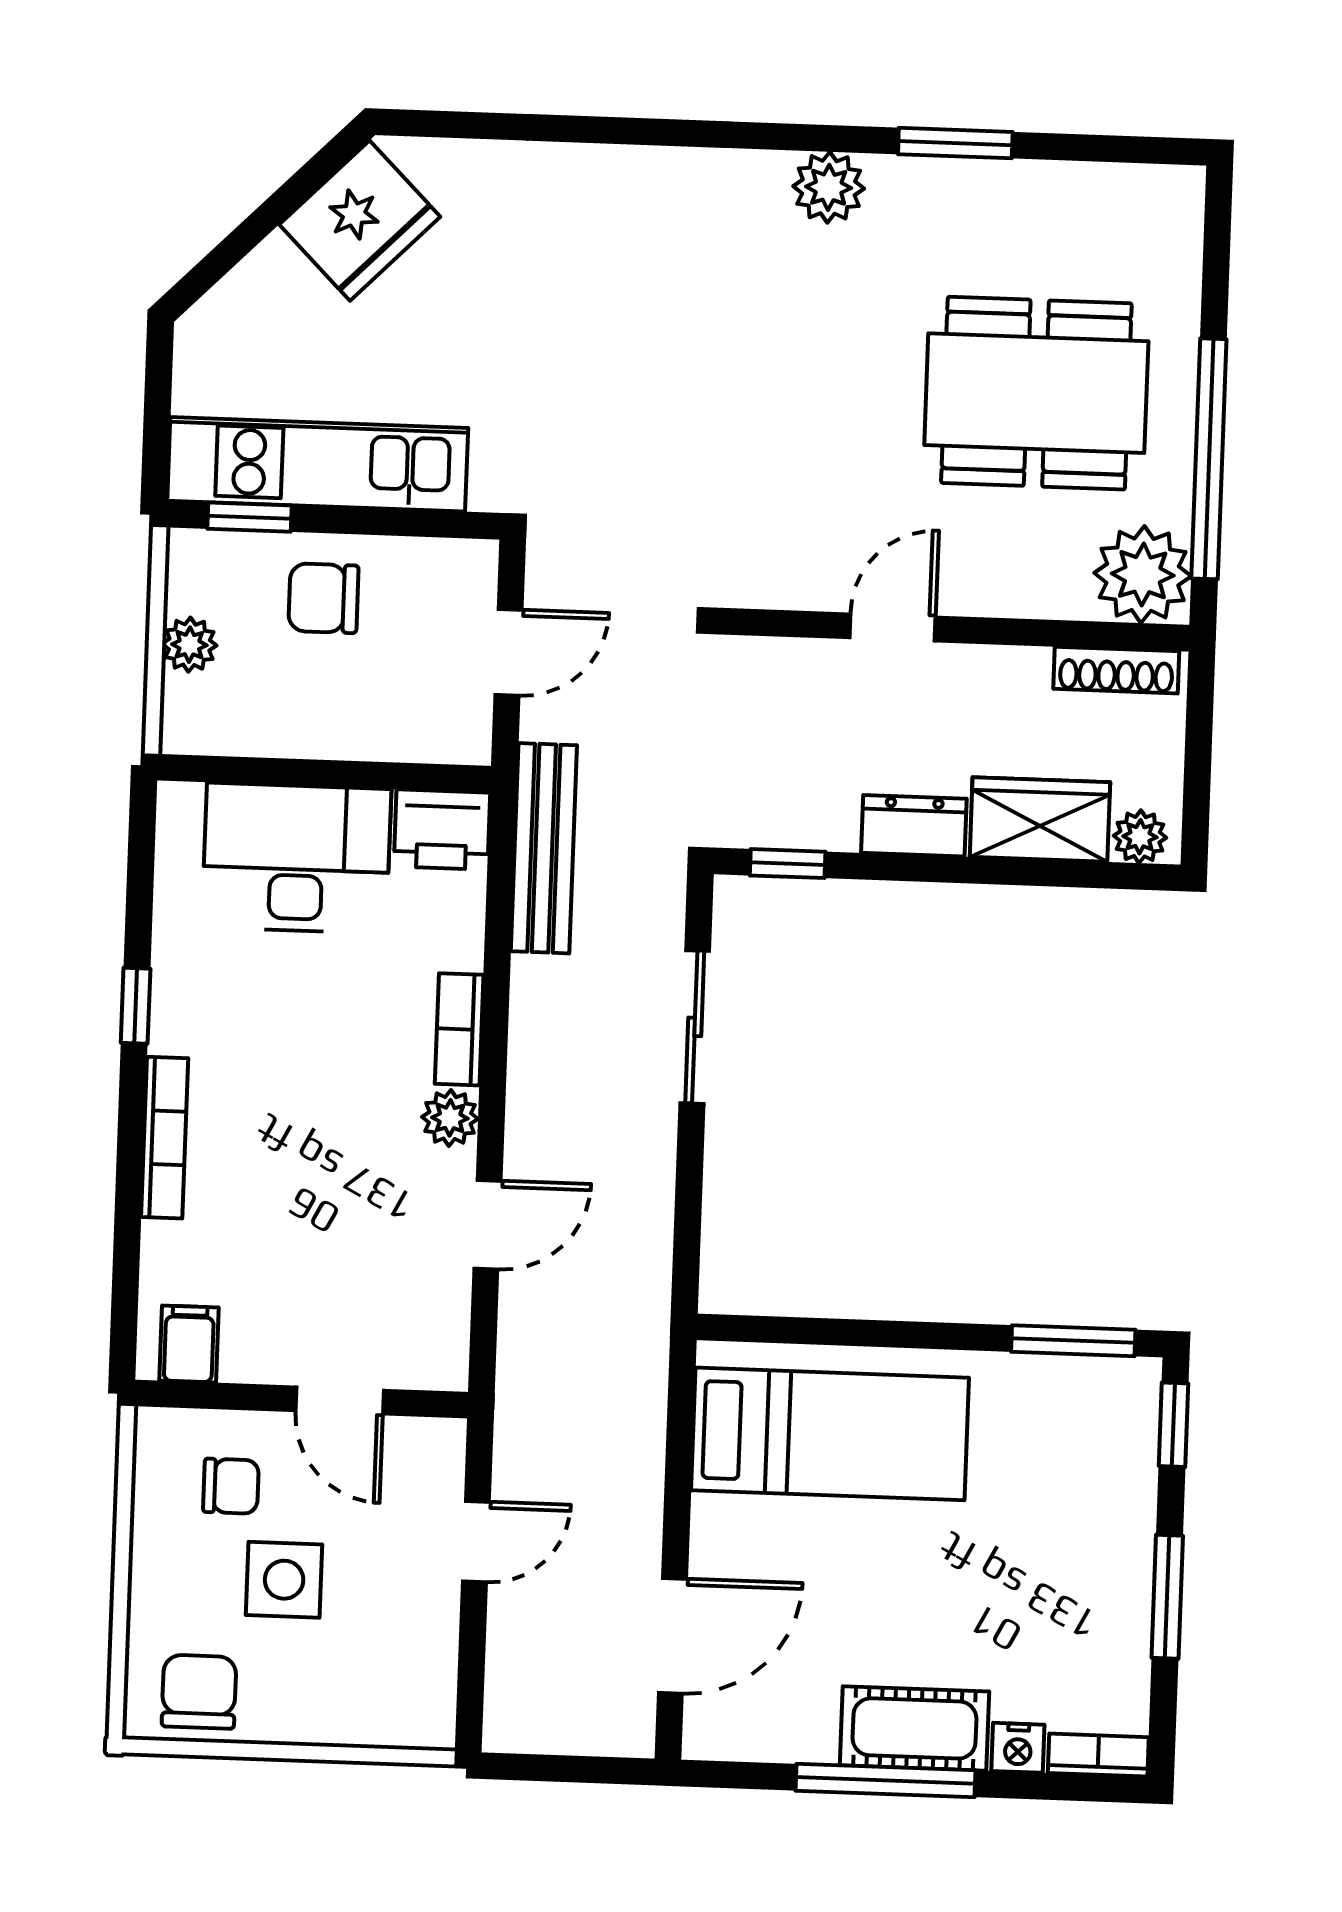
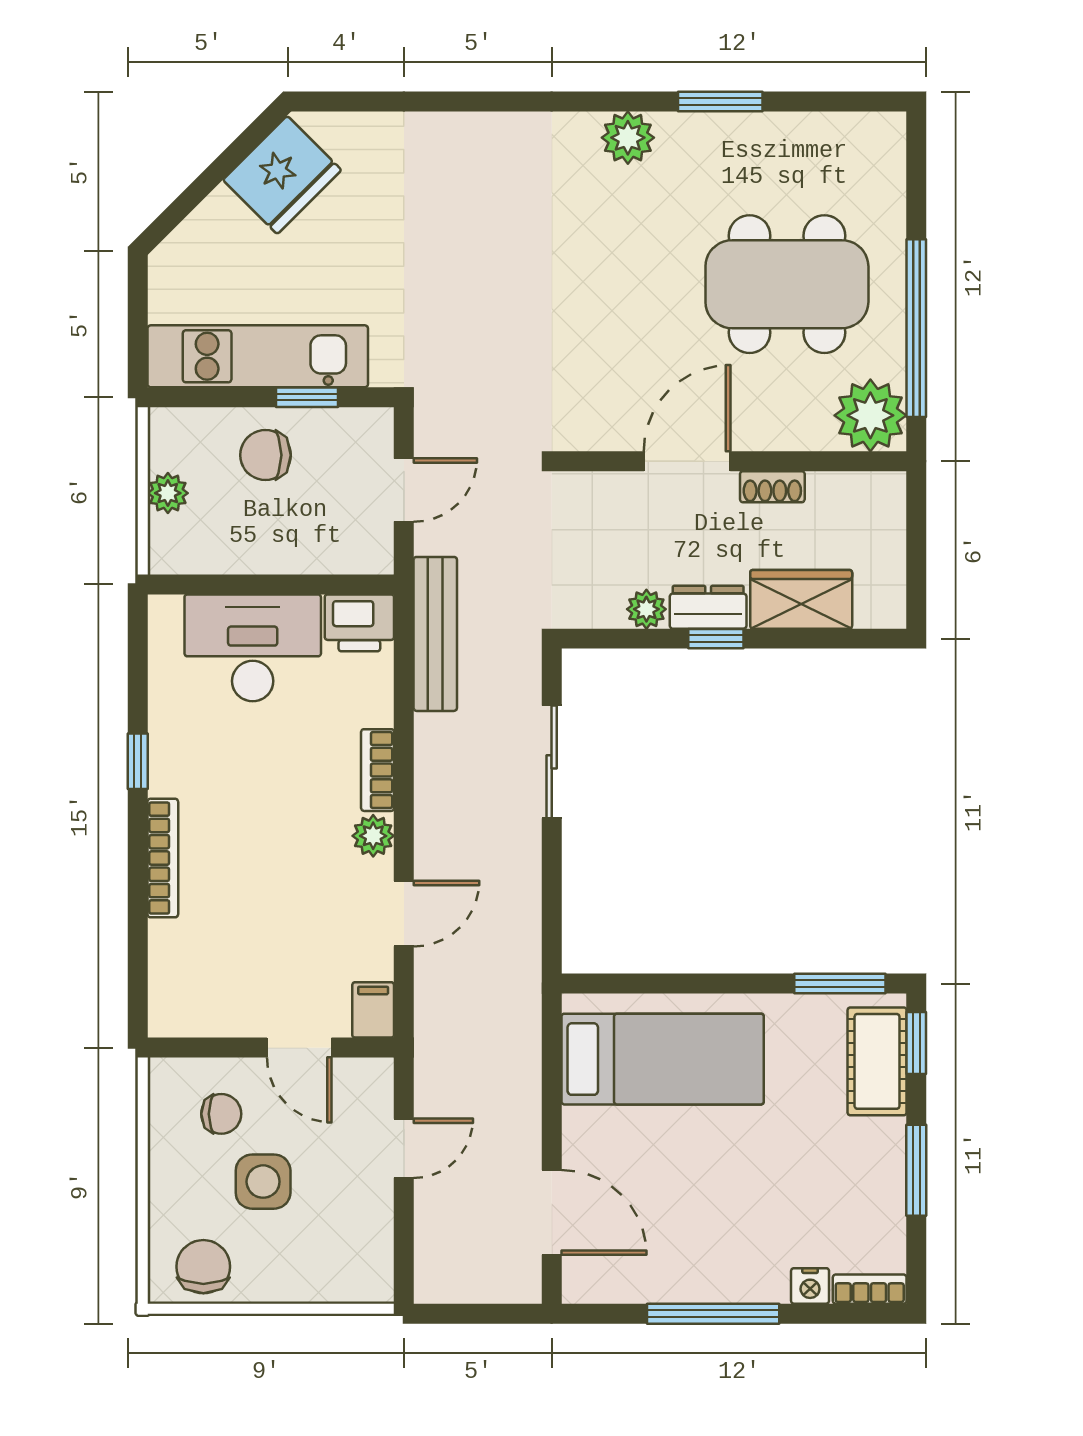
window: (250, 517) -> (307, 397), moved
door: (893, 627) -> (687, 461), width x1.38
shoe rack: (1116, 670) -> (772, 487), moved, width x0.70
plant: (1140, 837) -> (646, 609), moved
window: (788, 864) -> (716, 639), moved
filing cabinet: (189, 1344) -> (373, 1010), moved
door: (672, 1636) -> (552, 1212), hinge flipped
cot: (915, 1728) -> (877, 1061), moved, turned 90

